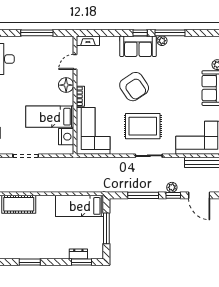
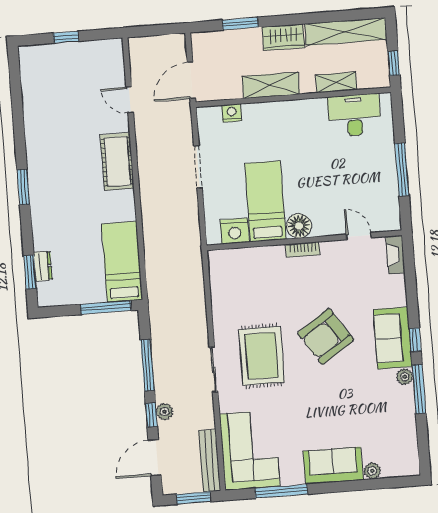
floor lamp: (66, 85) -> (299, 226), moved
corner sofa: (93, 131) -> (248, 275), removed
window: (106, 228) -> (106, 307), moved

